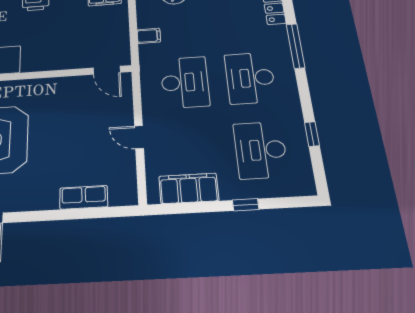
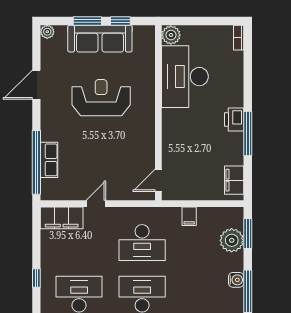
filing cabinet: (189, 188) -> (62, 218), moved, turned 90
window: (87, 213) -> (36, 162), added

